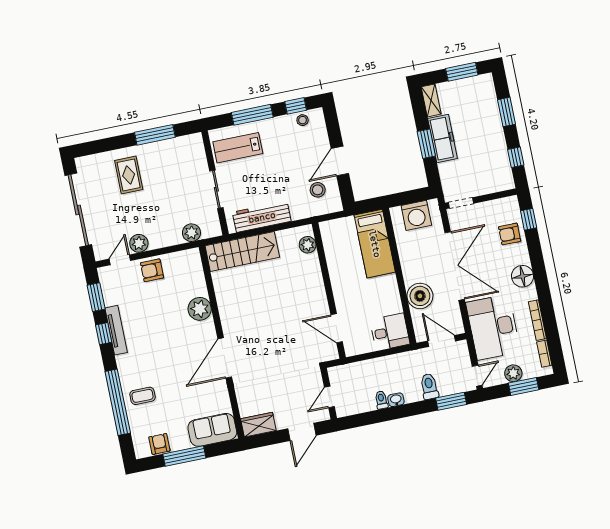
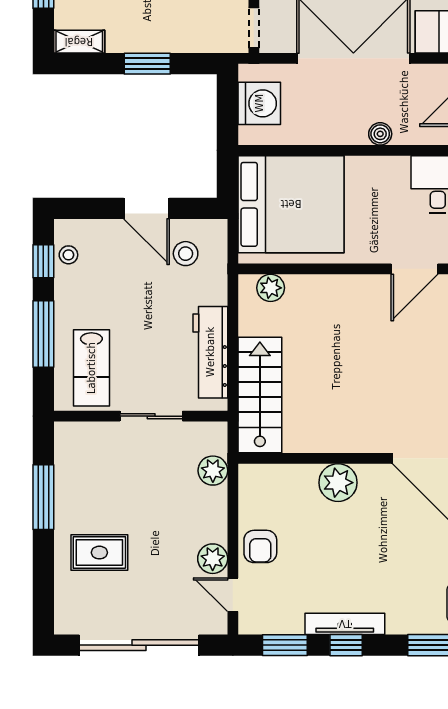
freezer: (443, 138) -> (144, 36), removed
bed: (375, 244) -> (291, 204), width x2.04
boiler: (420, 296) -> (380, 134), width x0.54, depth x0.54

